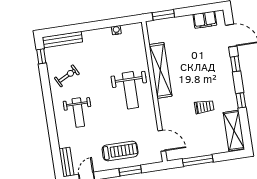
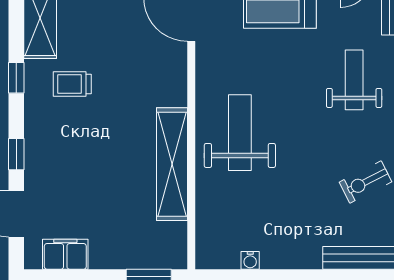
trolley: (204, 107) -> (72, 84), moved
weight bench: (78, 113) -> (354, 80), moved

